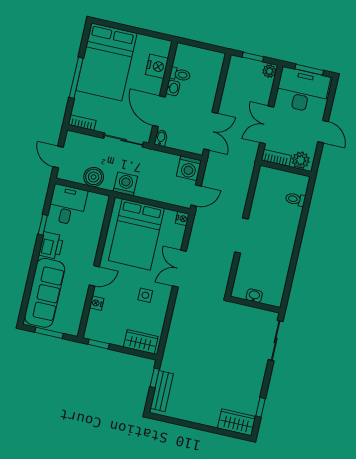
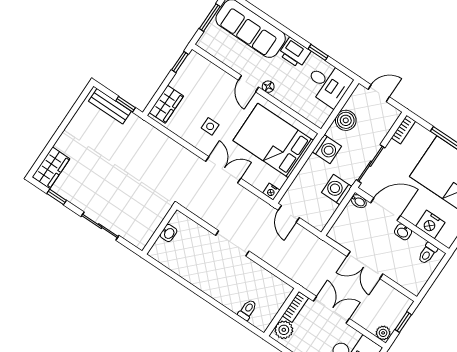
toilet: (180, 74) -> (428, 253), moved
double door: (211, 131) -> (365, 265), moved
washing machine: (189, 168) -> (337, 190), moved
floor lamp: (90, 257) -> (268, 87), added
nightstand: (97, 303) -> (221, 76), removed
sliding door: (276, 341) -> (100, 226), moved

